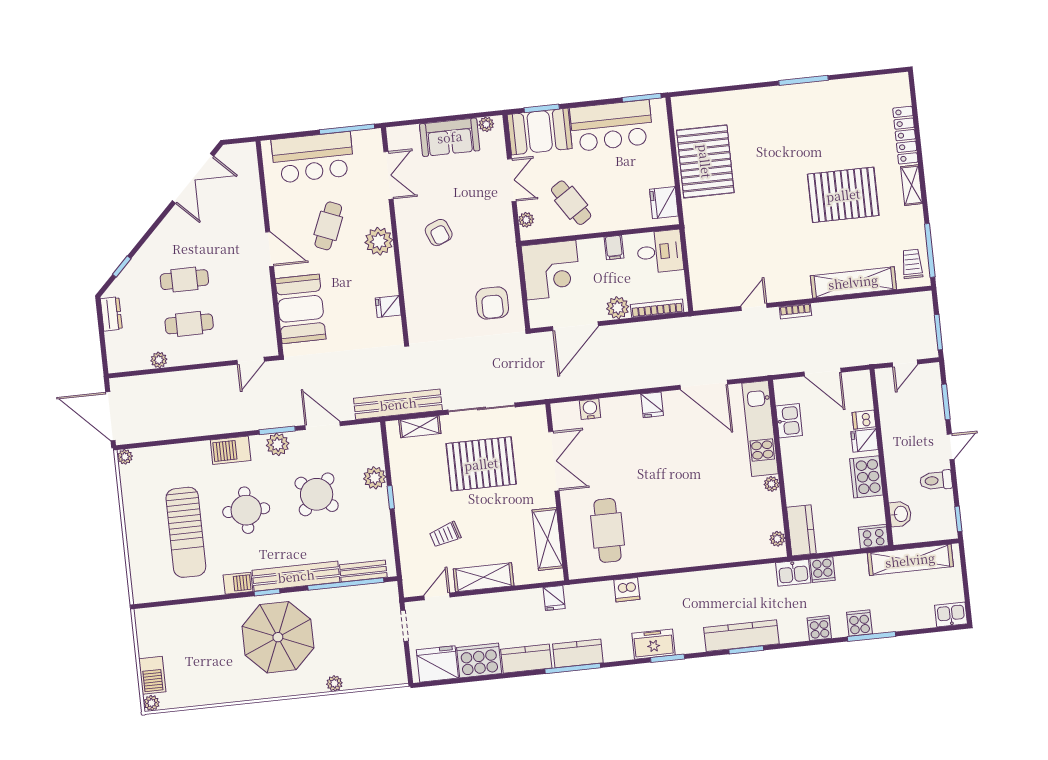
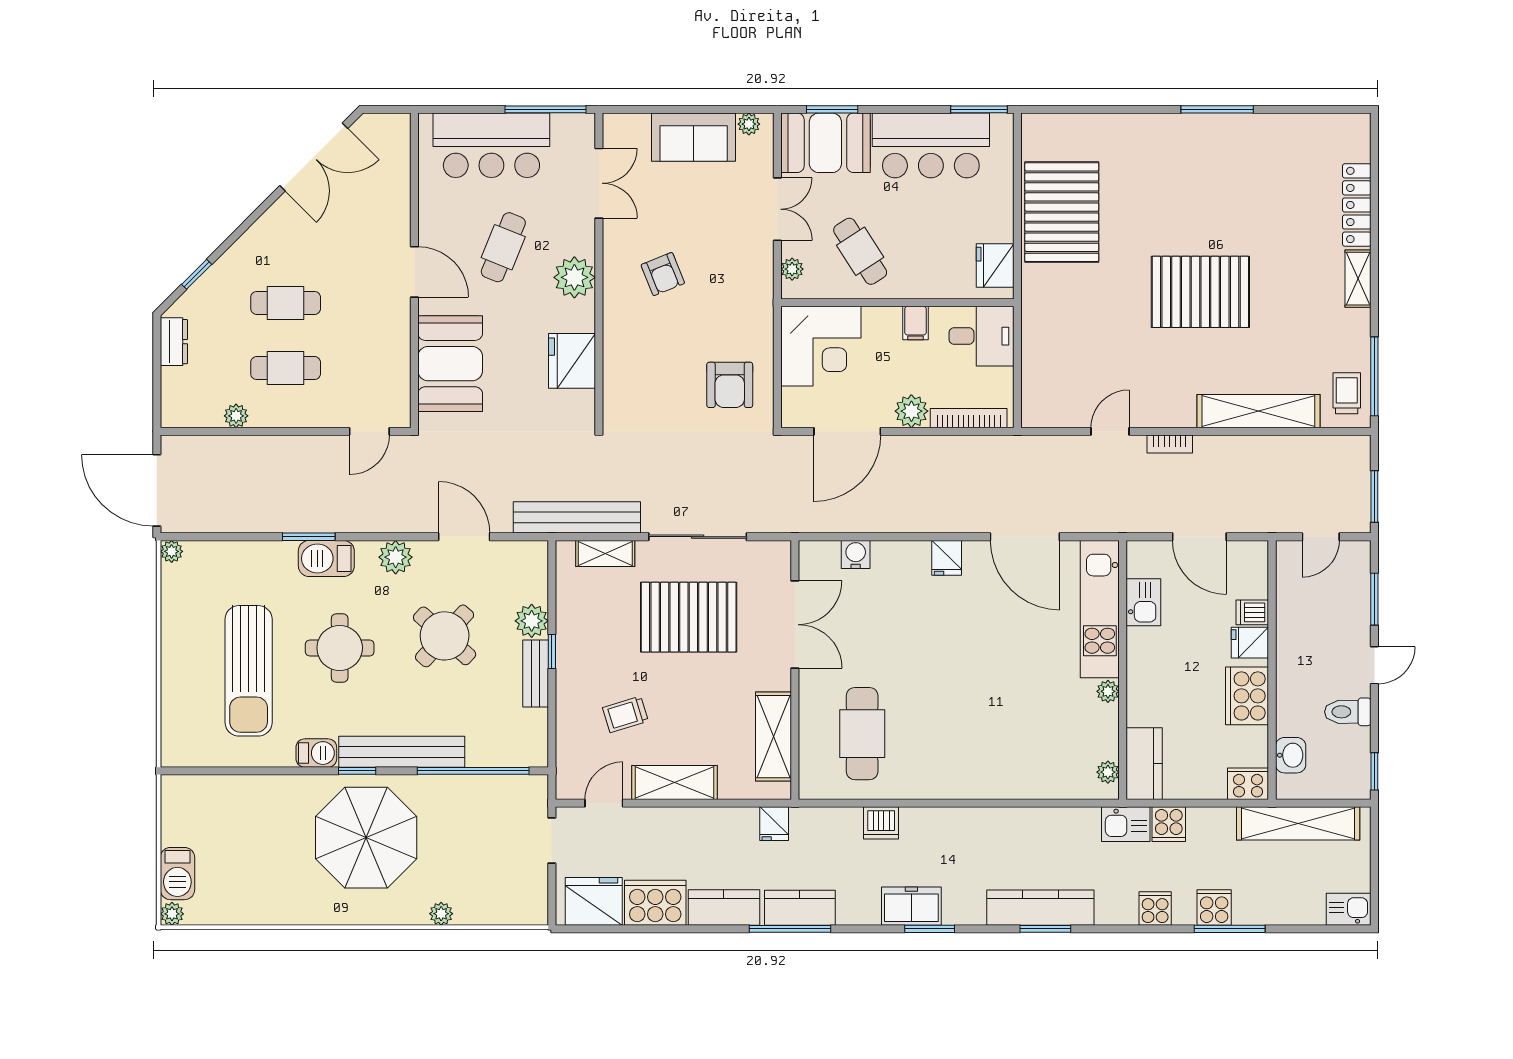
pallet: (843, 195) -> (1200, 292), moved
fridge: (388, 306) -> (572, 361), width x1.88, depth x1.34
window: (277, 430) -> (309, 537), moved
bench: (363, 571) -> (536, 674), moved, turned 90

